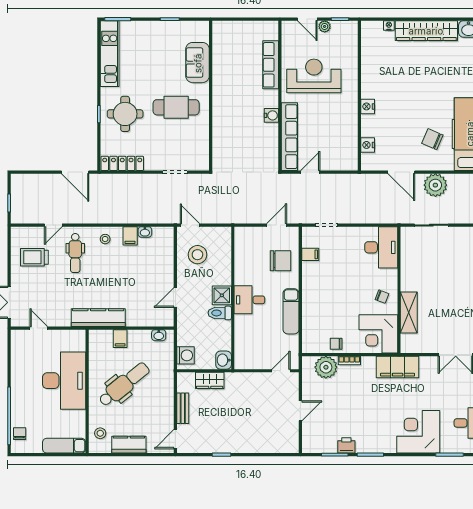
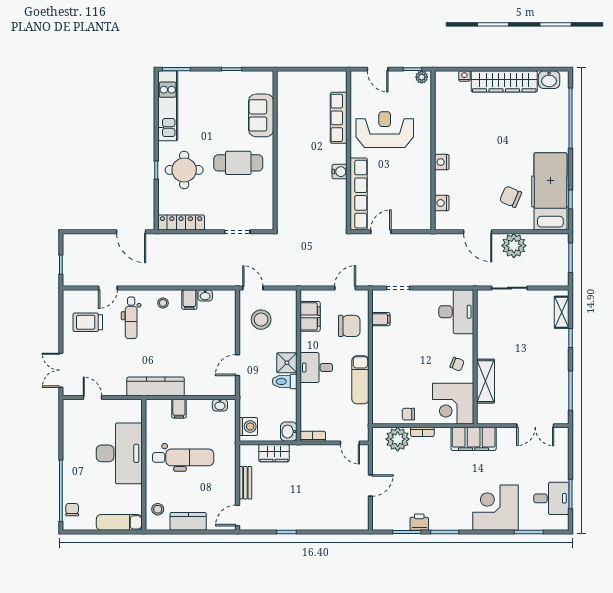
plant: (325, 26) -> (422, 77), moved
filing cabinet: (244, 252) -> (310, 316), added
bookcase: (246, 365) -> (313, 436), added
door: (281, 371) -> (350, 443), swing flipped
dental chair: (124, 384) -> (183, 457), turned 39

